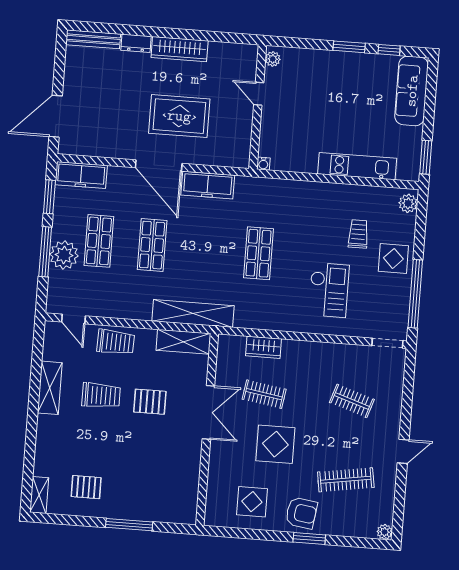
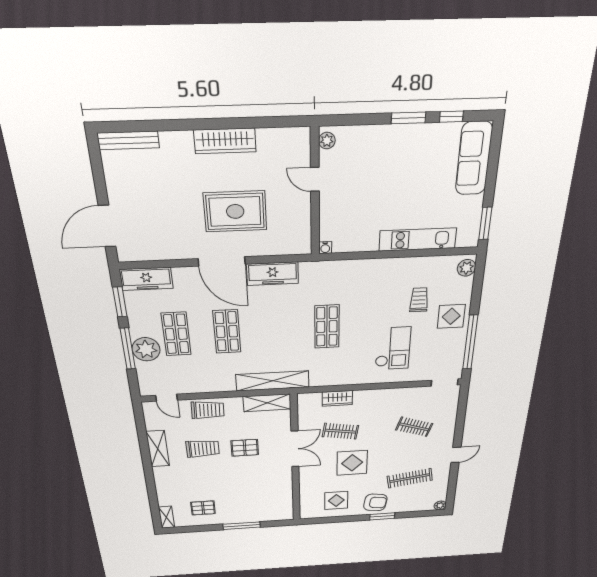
dresser: (136, 43) -> (176, 140), removed

